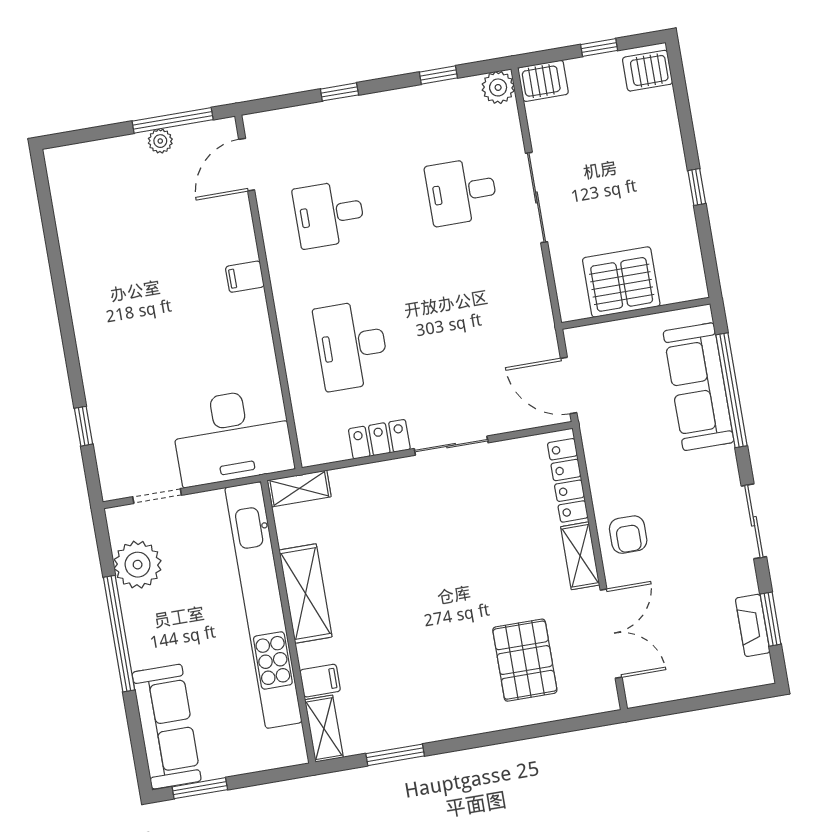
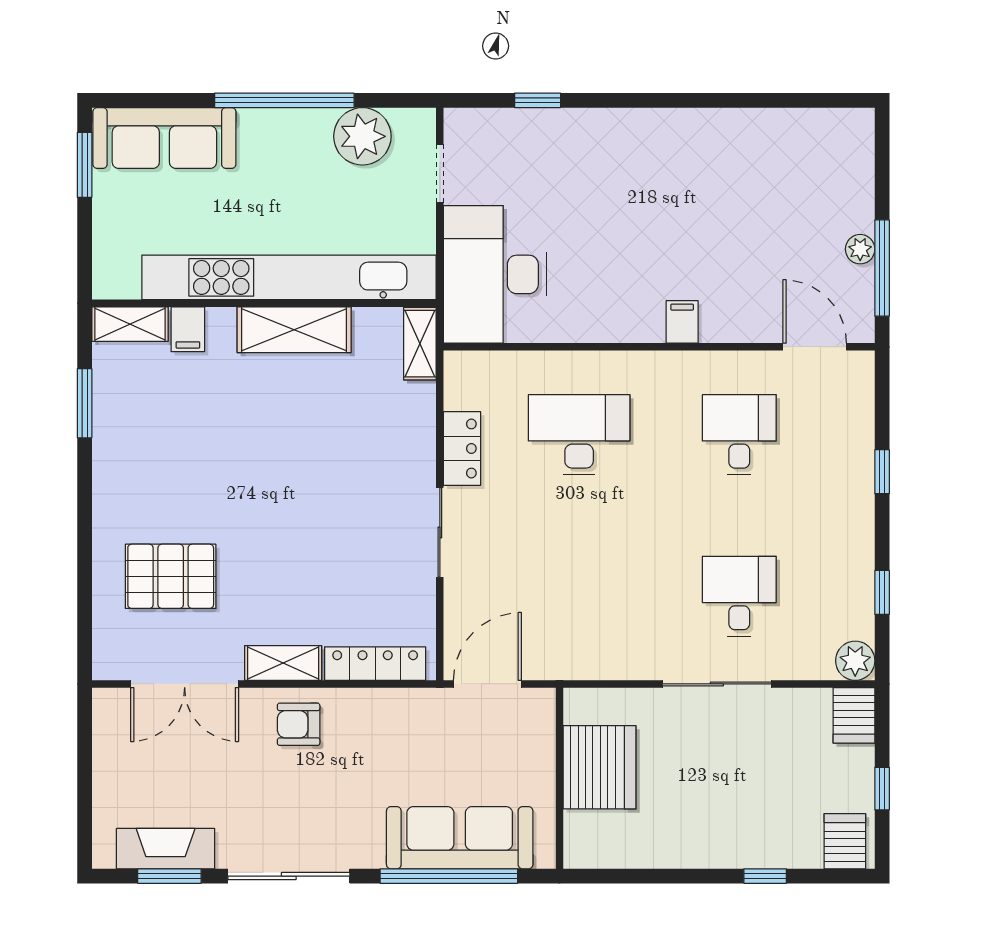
window: (697, 187) -> (765, 876), moved
sliding door: (754, 521) -> (289, 876), width x1.37
fireplace: (753, 625) -> (166, 849), width x1.37, depth x1.32

